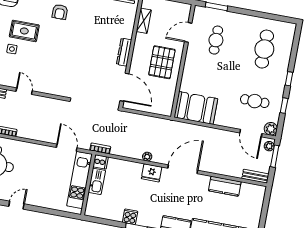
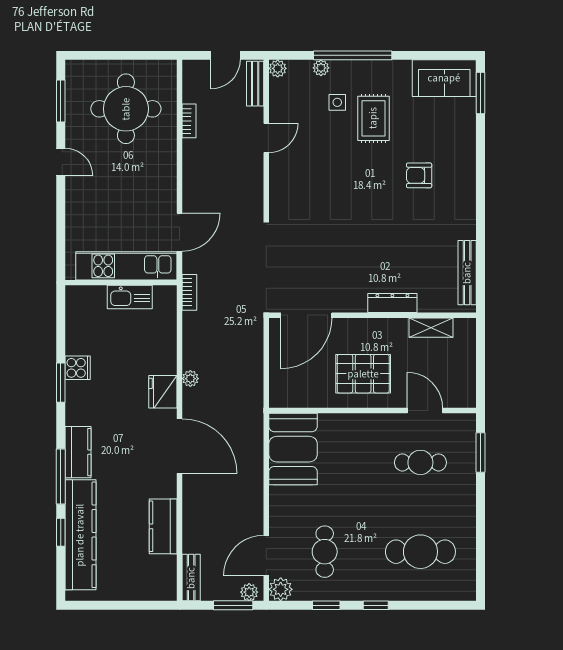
dresser: (124, 52) -> (392, 303), moved
cooker: (101, 162) -> (165, 297), removed

